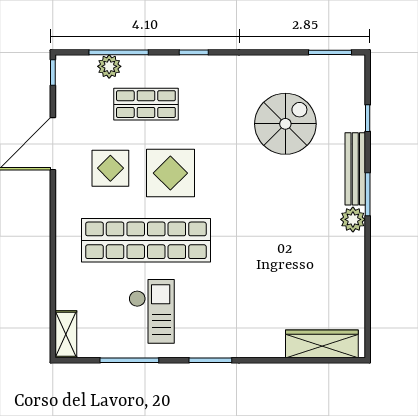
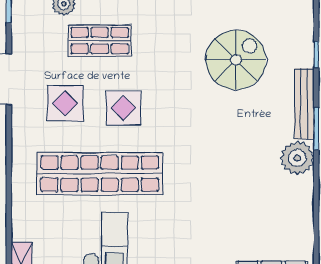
display table: (170, 173) -> (124, 108), width x0.73, depth x0.73
plant: (353, 219) -> (297, 158), width x1.36, depth x1.36

